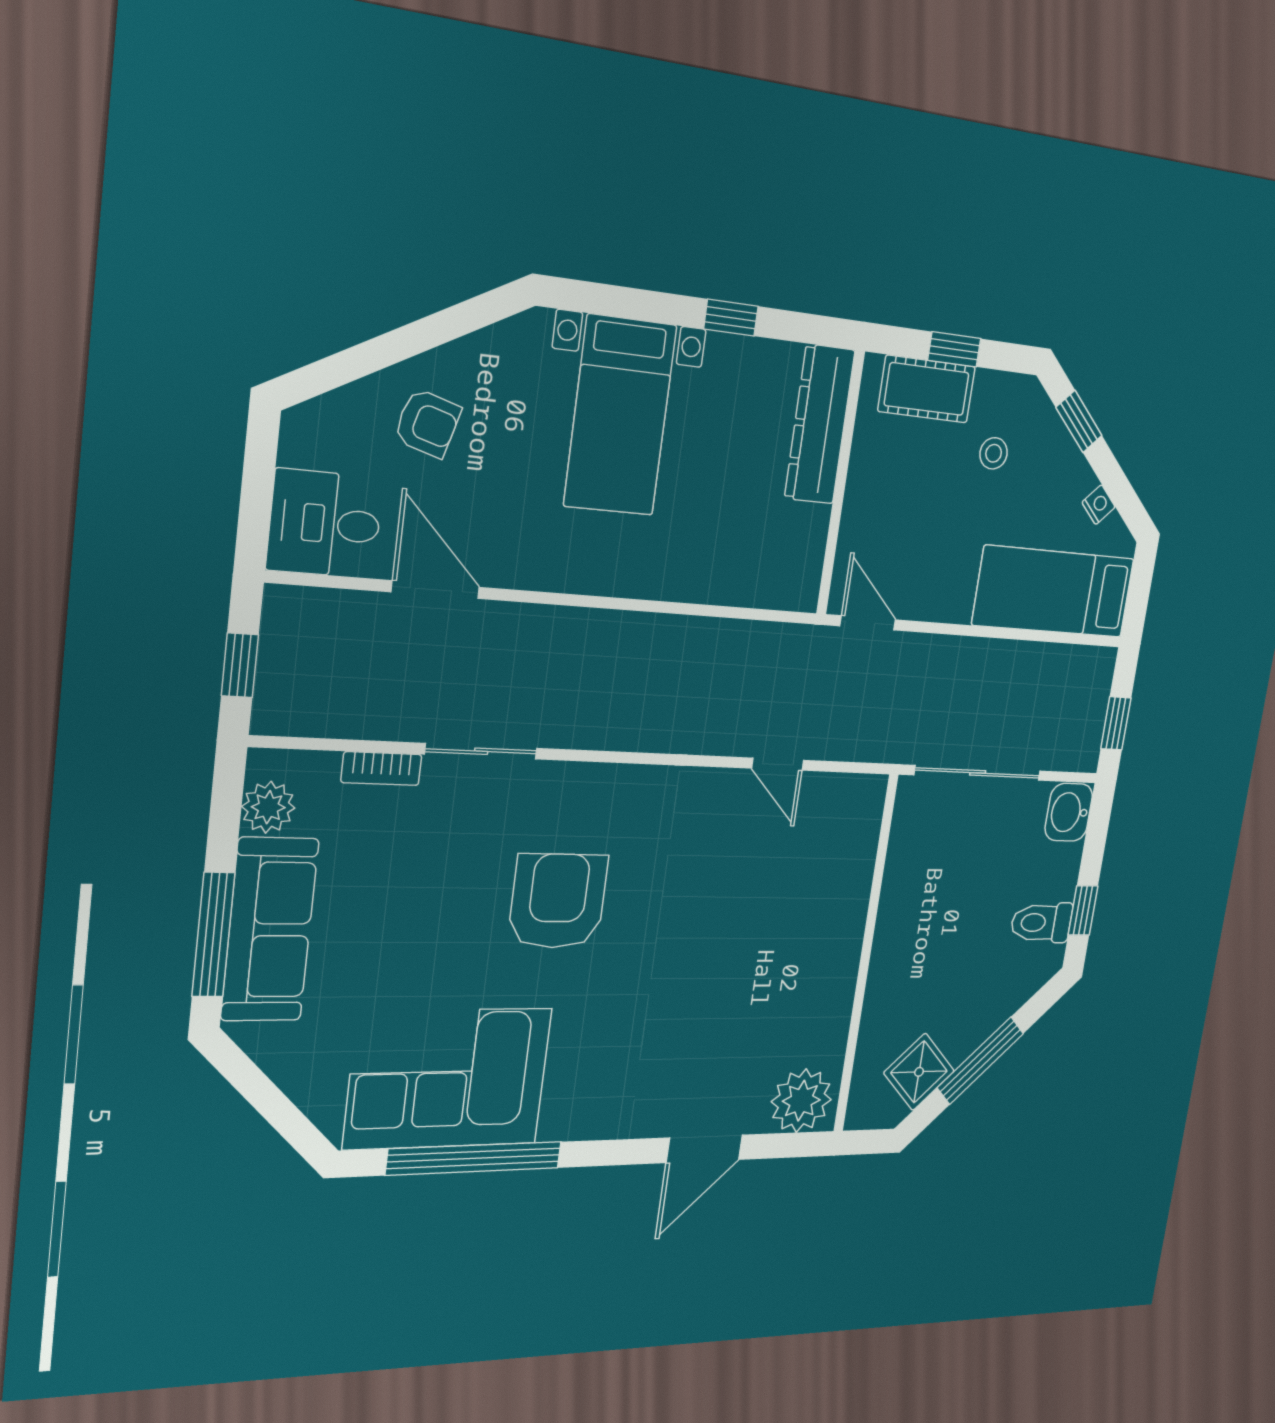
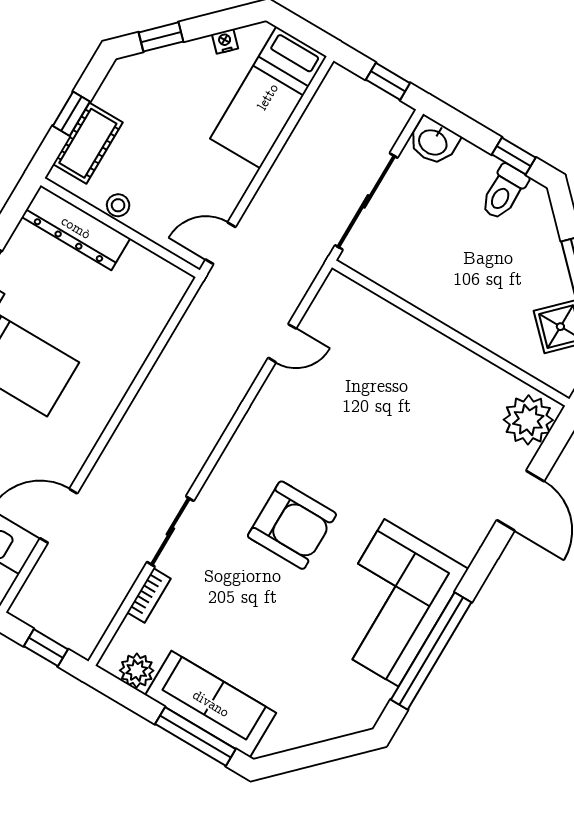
stool: (994, 453) -> (118, 205), moved
armchair: (558, 901) -> (292, 525), turned 180
corner sofa: (448, 1078) -> (392, 603), moved

